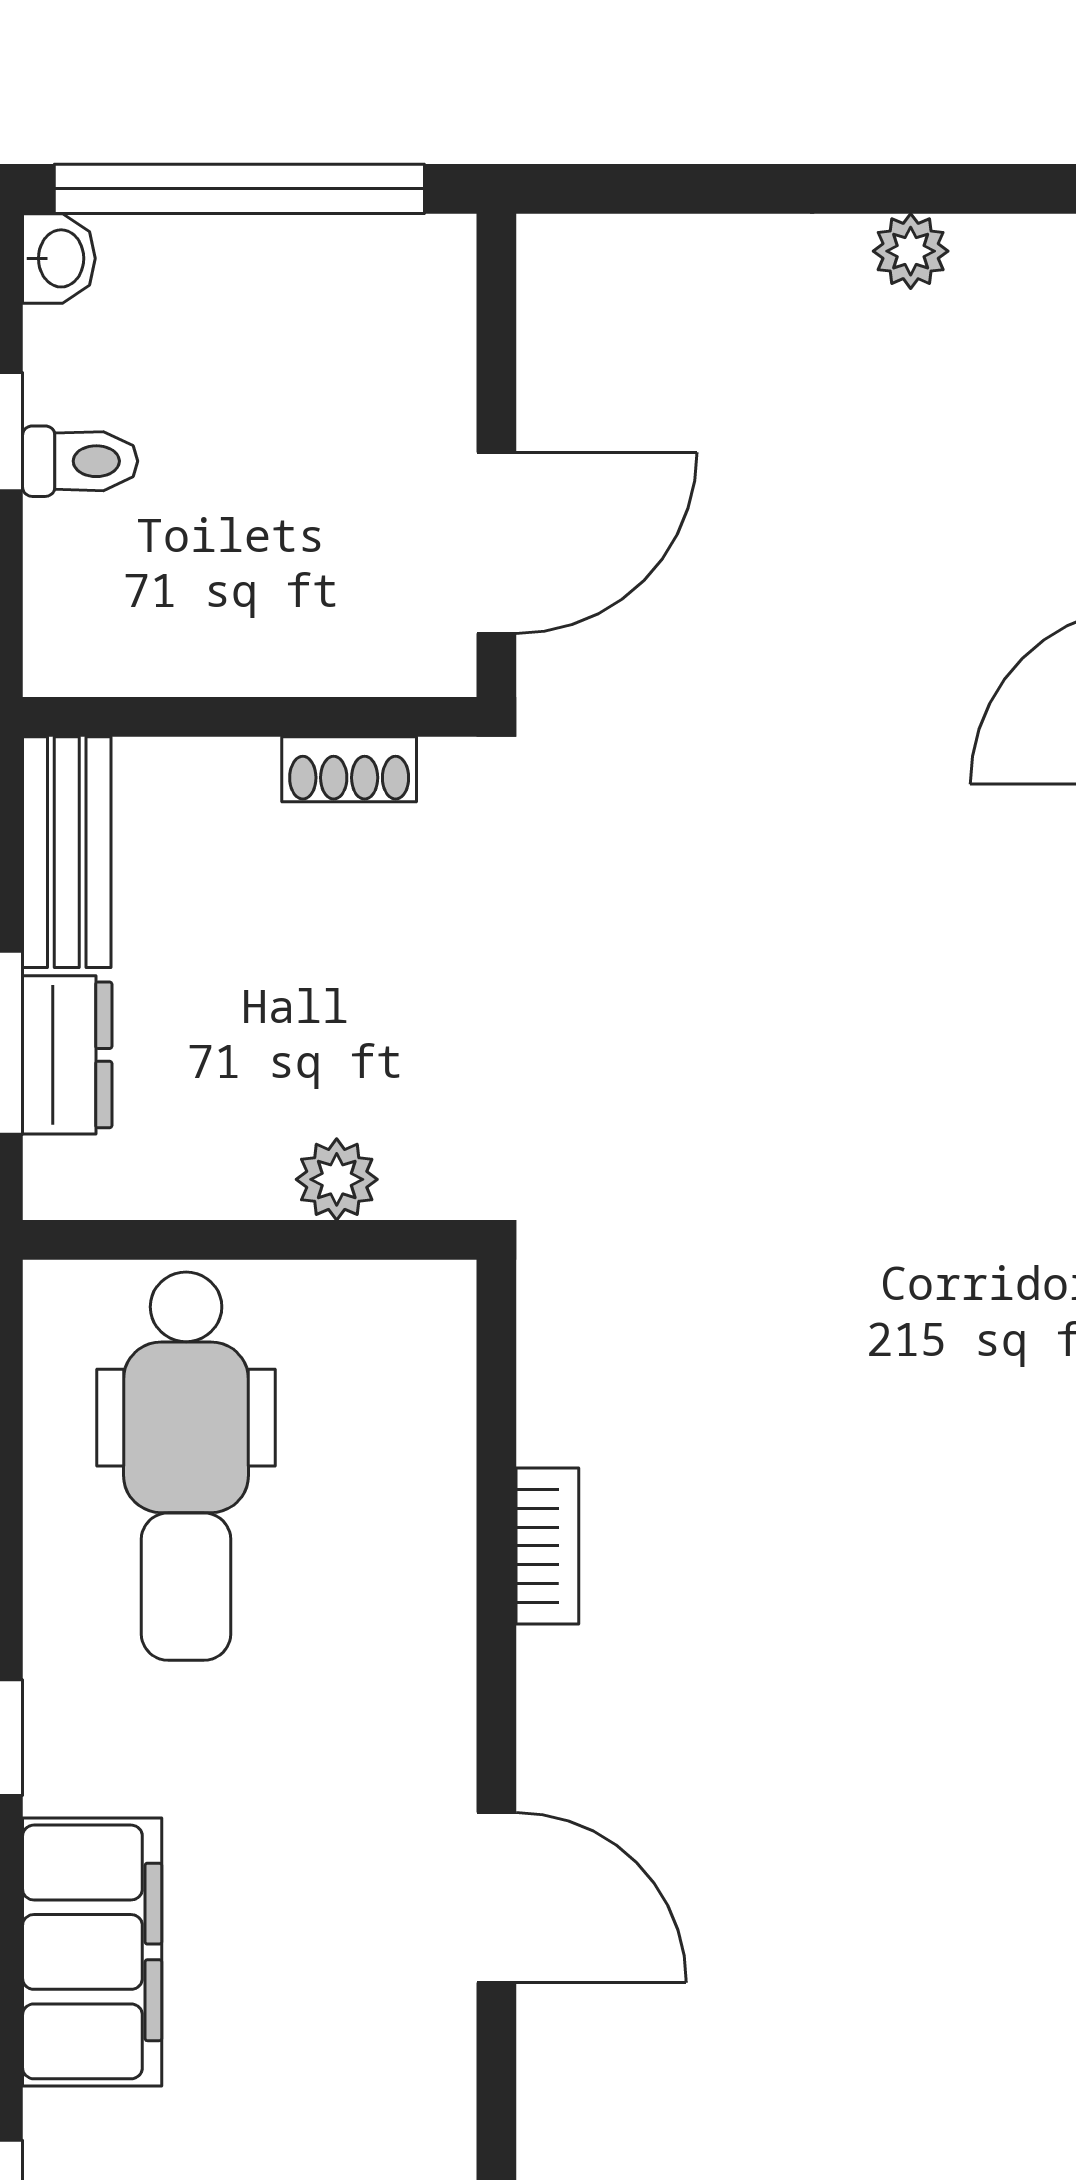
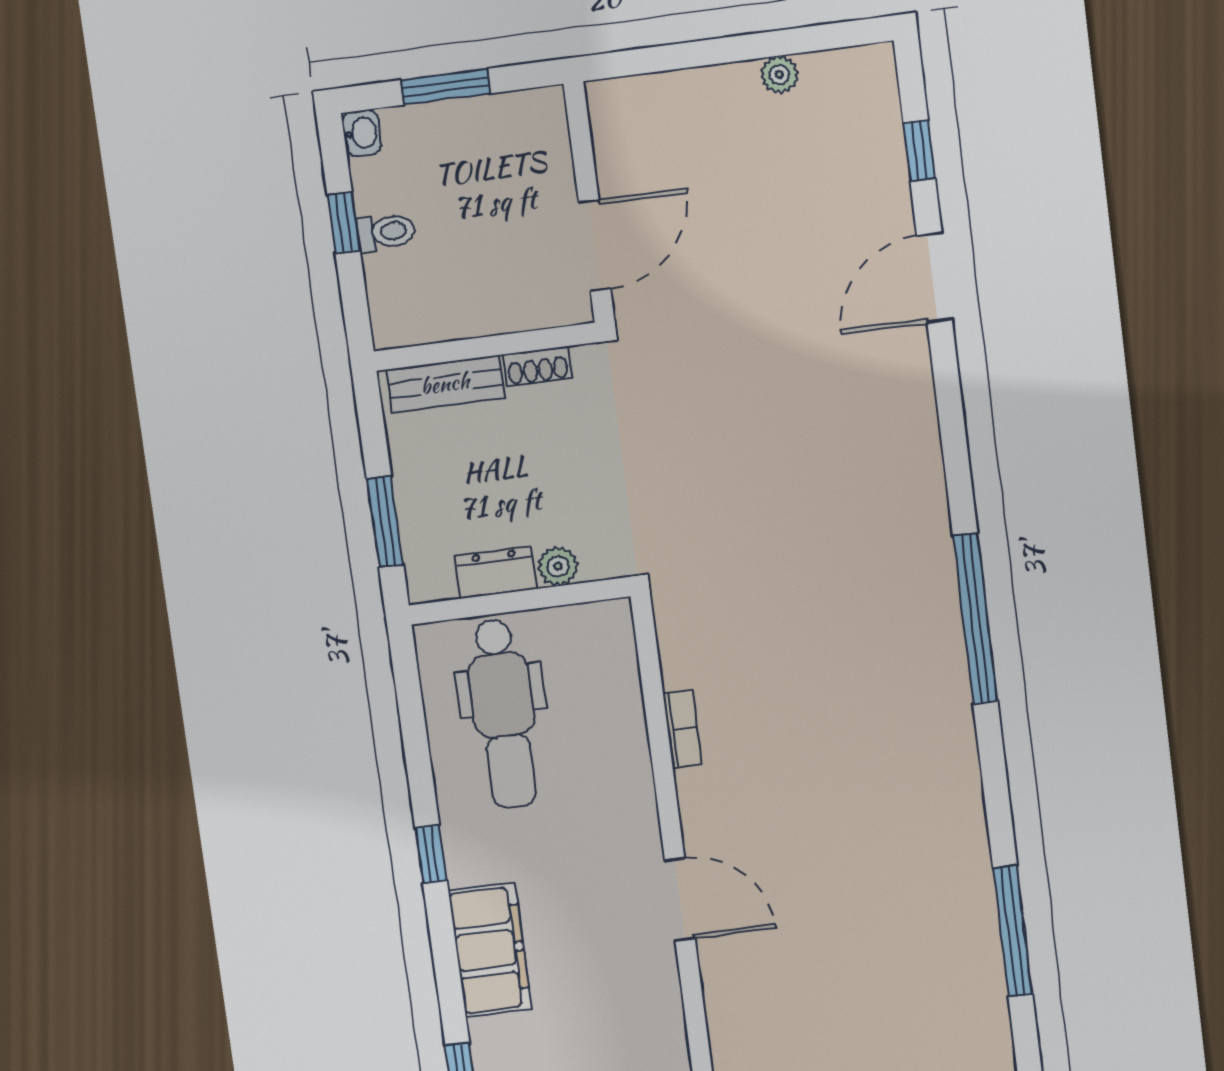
window: (239, 189) -> (446, 87), width x0.47
bench: (67, 852) -> (445, 384), moved, turned 90
dresser: (67, 1055) -> (496, 572), moved, turned -90

